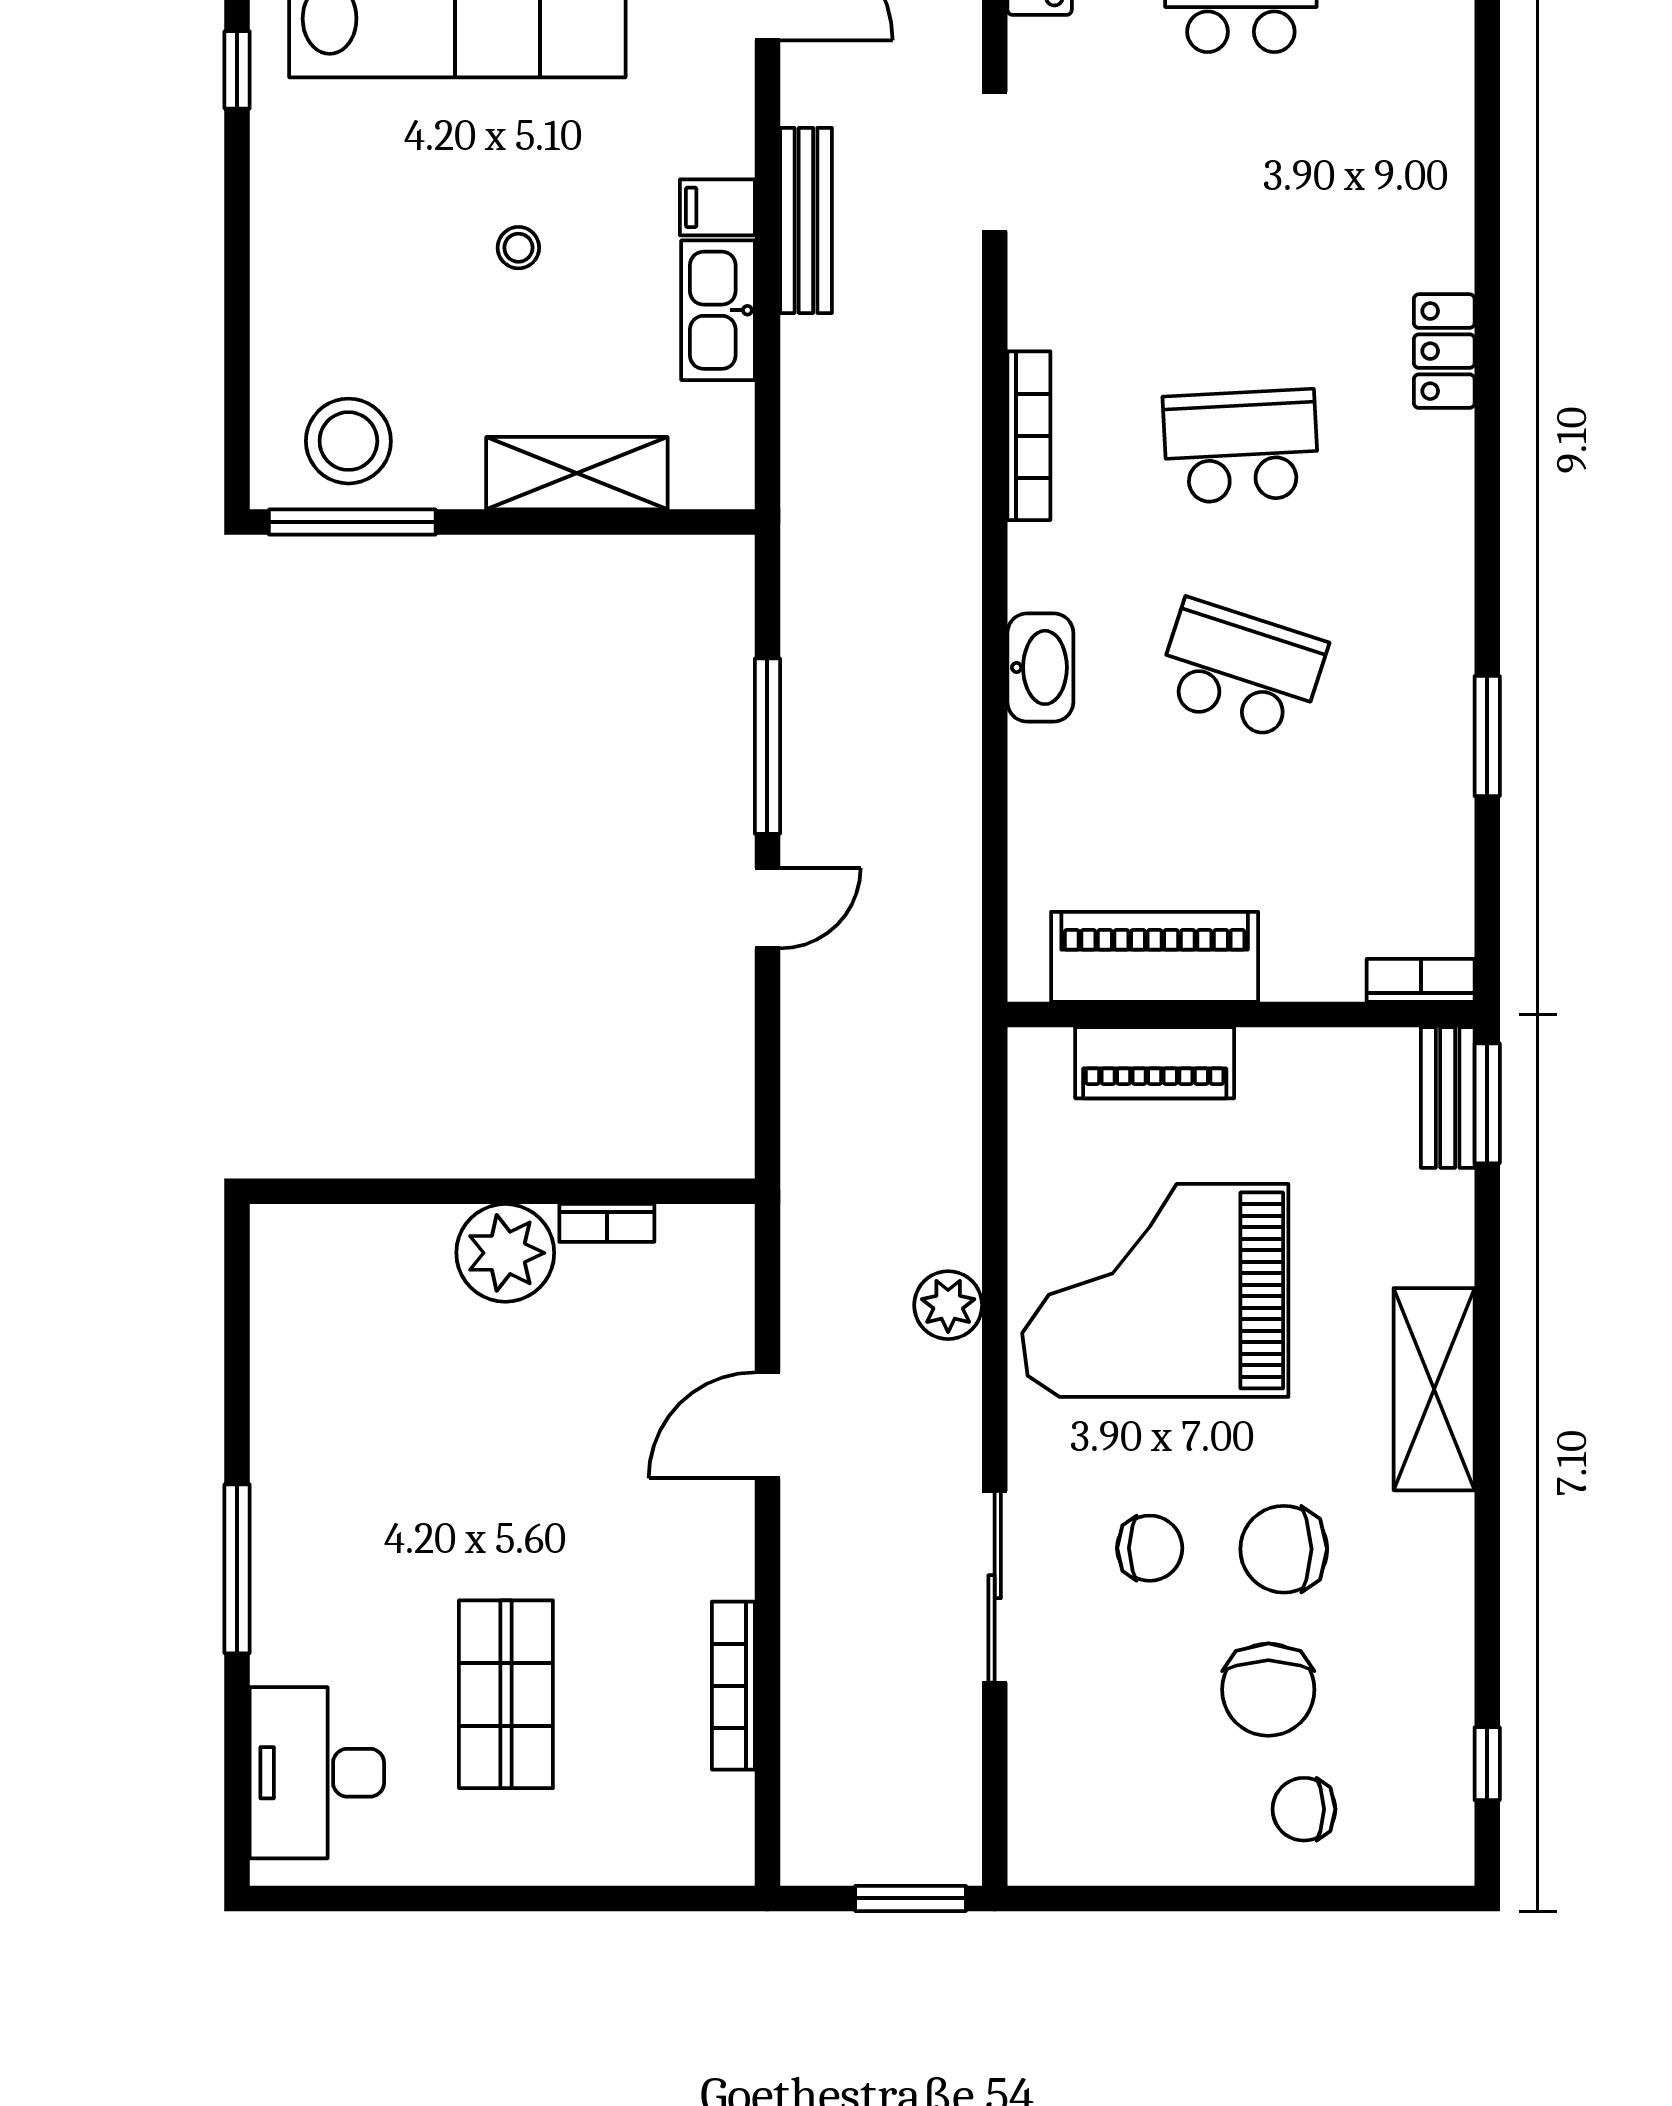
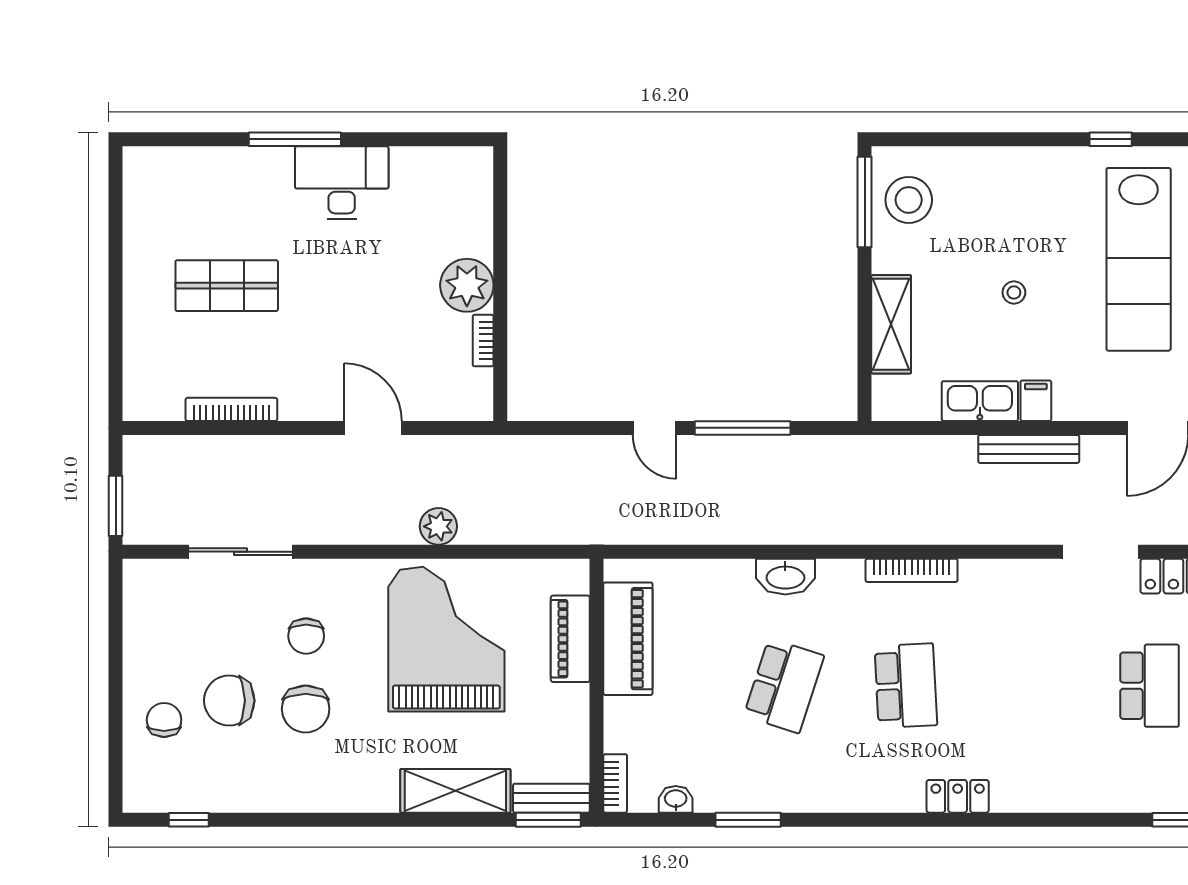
doorway: (995, 162) -> (1100, 552), moved
washbasin: (1450, 869) -> (676, 799), added
shelving: (1434, 1389) -> (455, 791), moved
chair: (1284, 1549) -> (306, 709), turned 180
sliding door: (995, 1587) -> (241, 552), moved
desk: (317, 1773) -> (342, 183), moved

